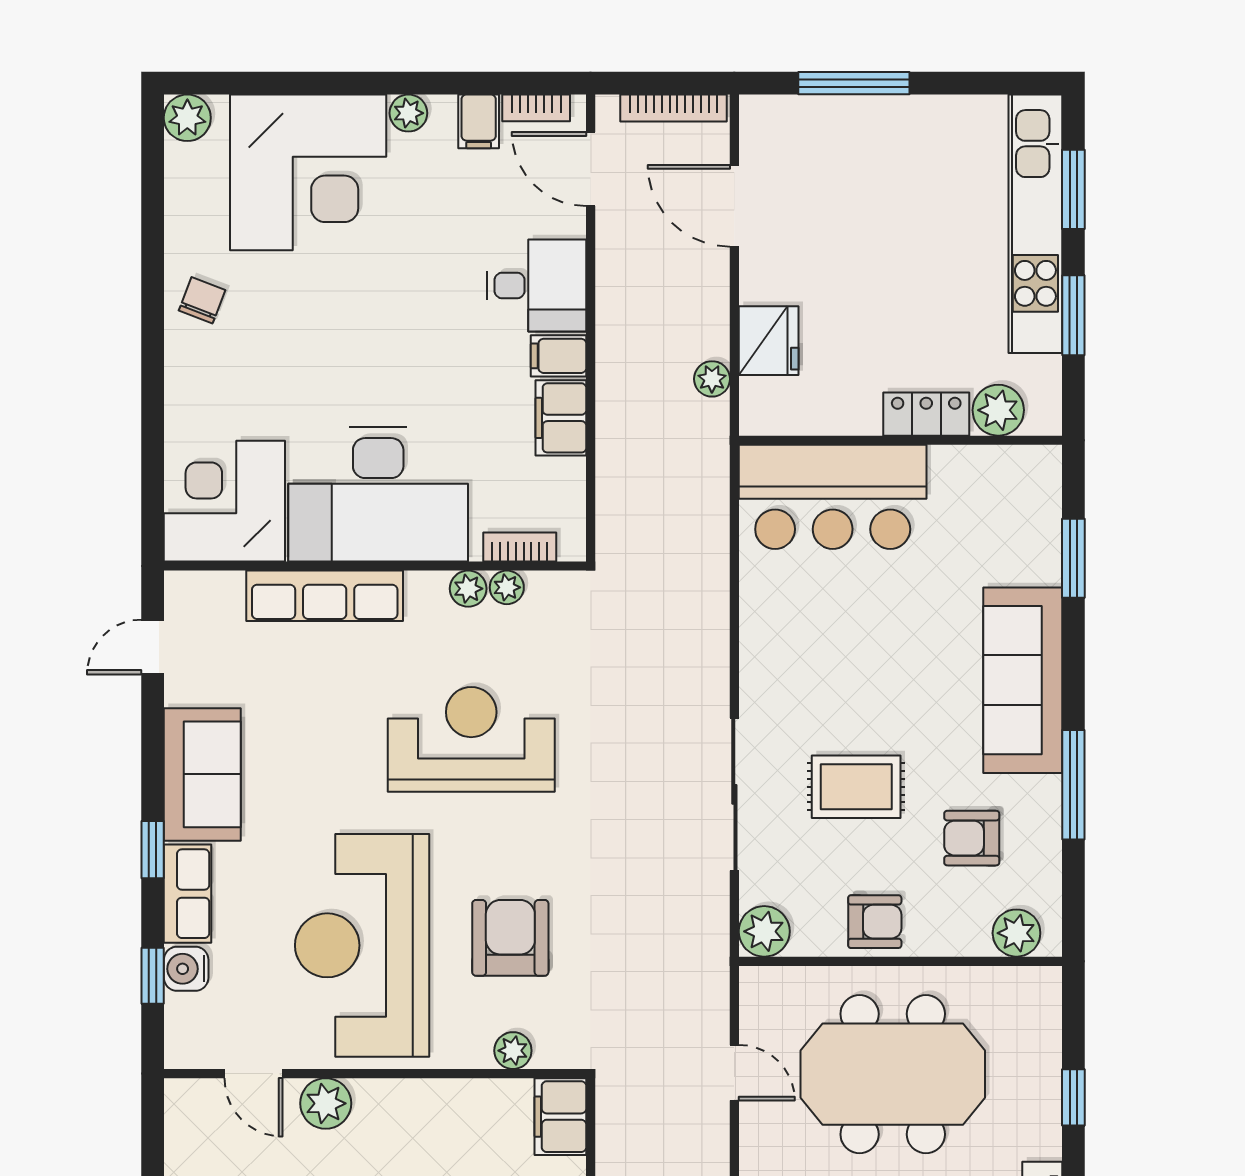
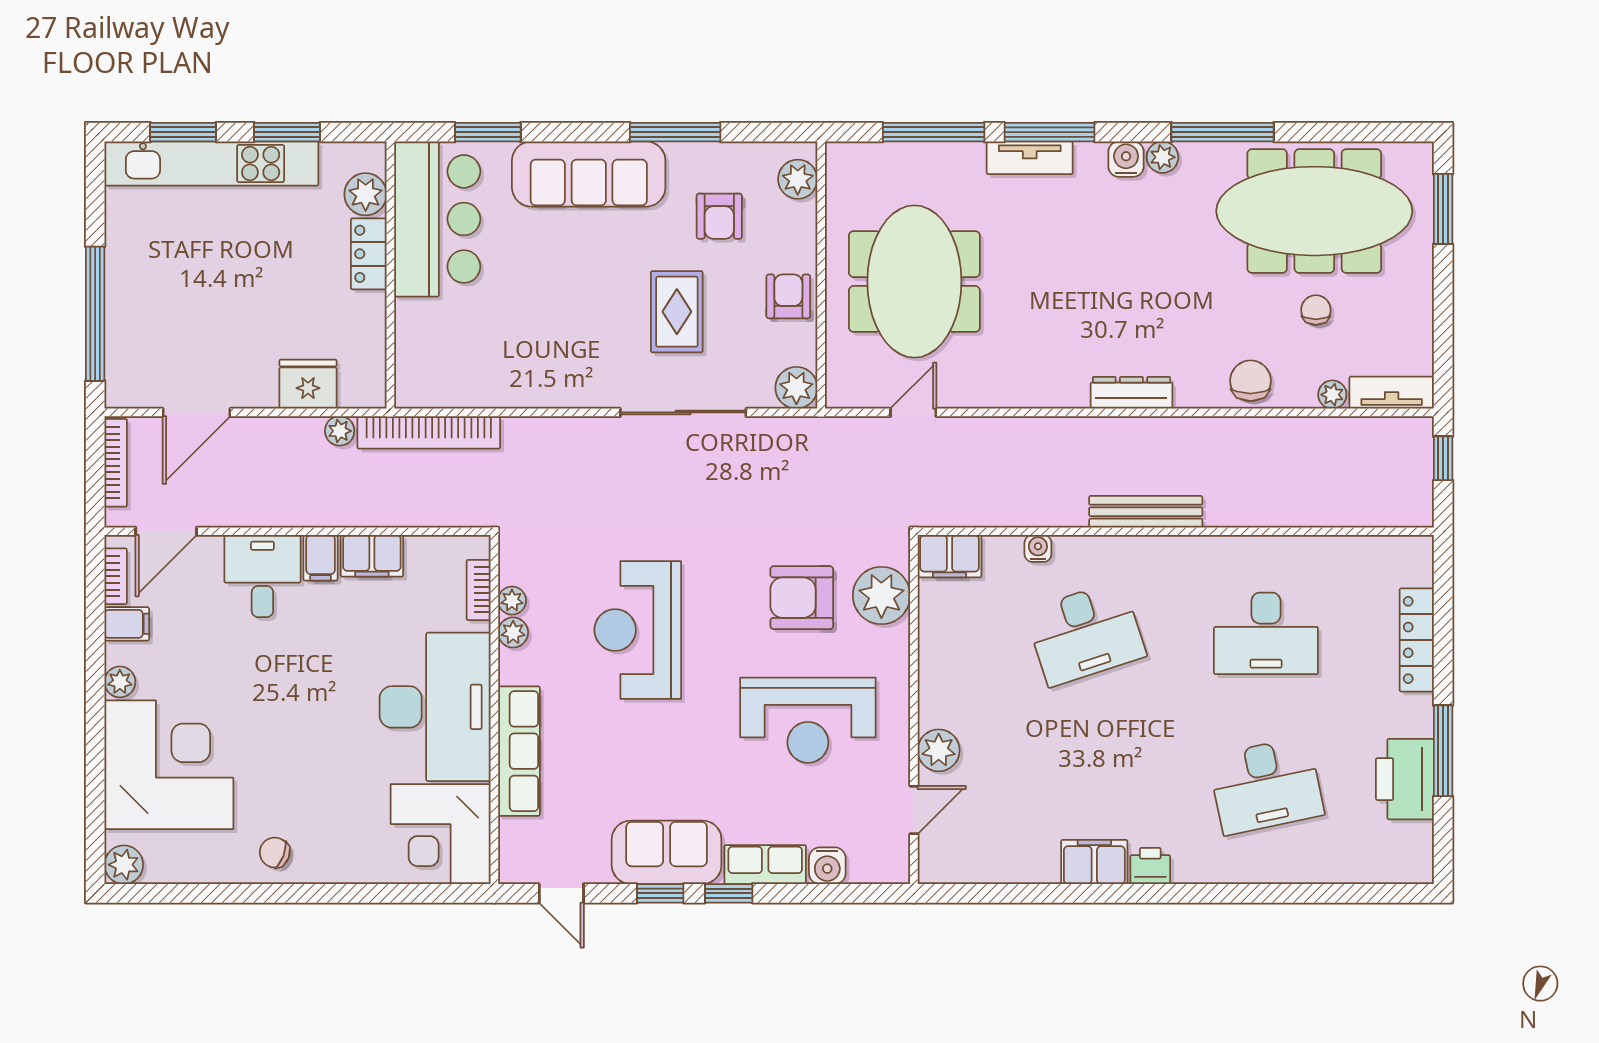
window: (854, 83) -> (95, 314), width x1.46
bookcase: (710, 487) -> (429, 432), added
bar counter: (833, 497) -> (437, 219), moved
reception desk: (362, 945) -> (808, 720), width x0.74, depth x0.77
window: (153, 976) -> (660, 893), moved
plant: (513, 1051) -> (881, 595), width x1.87, depth x1.87
window: (1073, 1097) -> (934, 132), width x2.17

